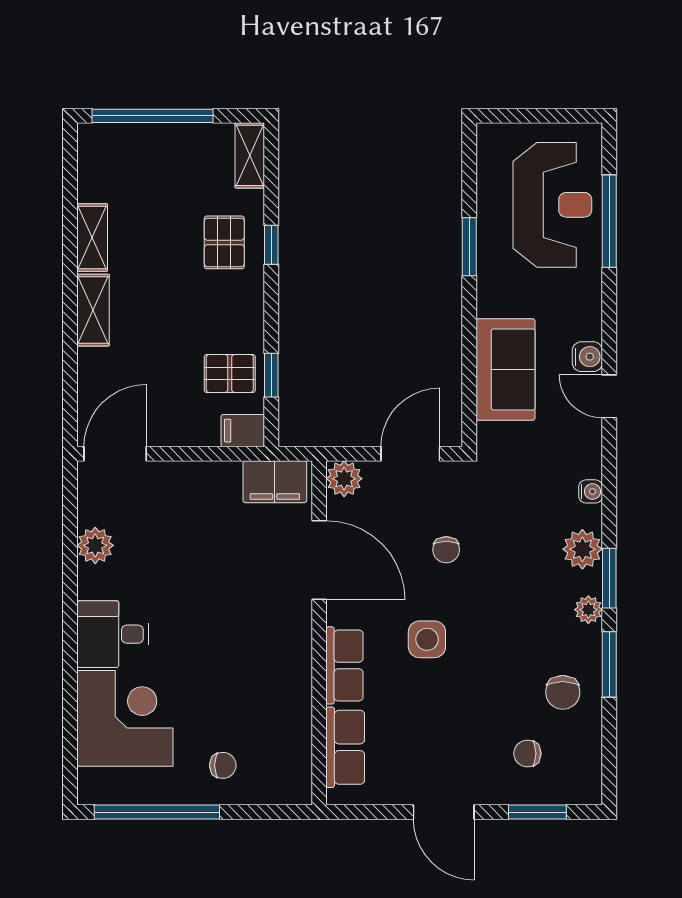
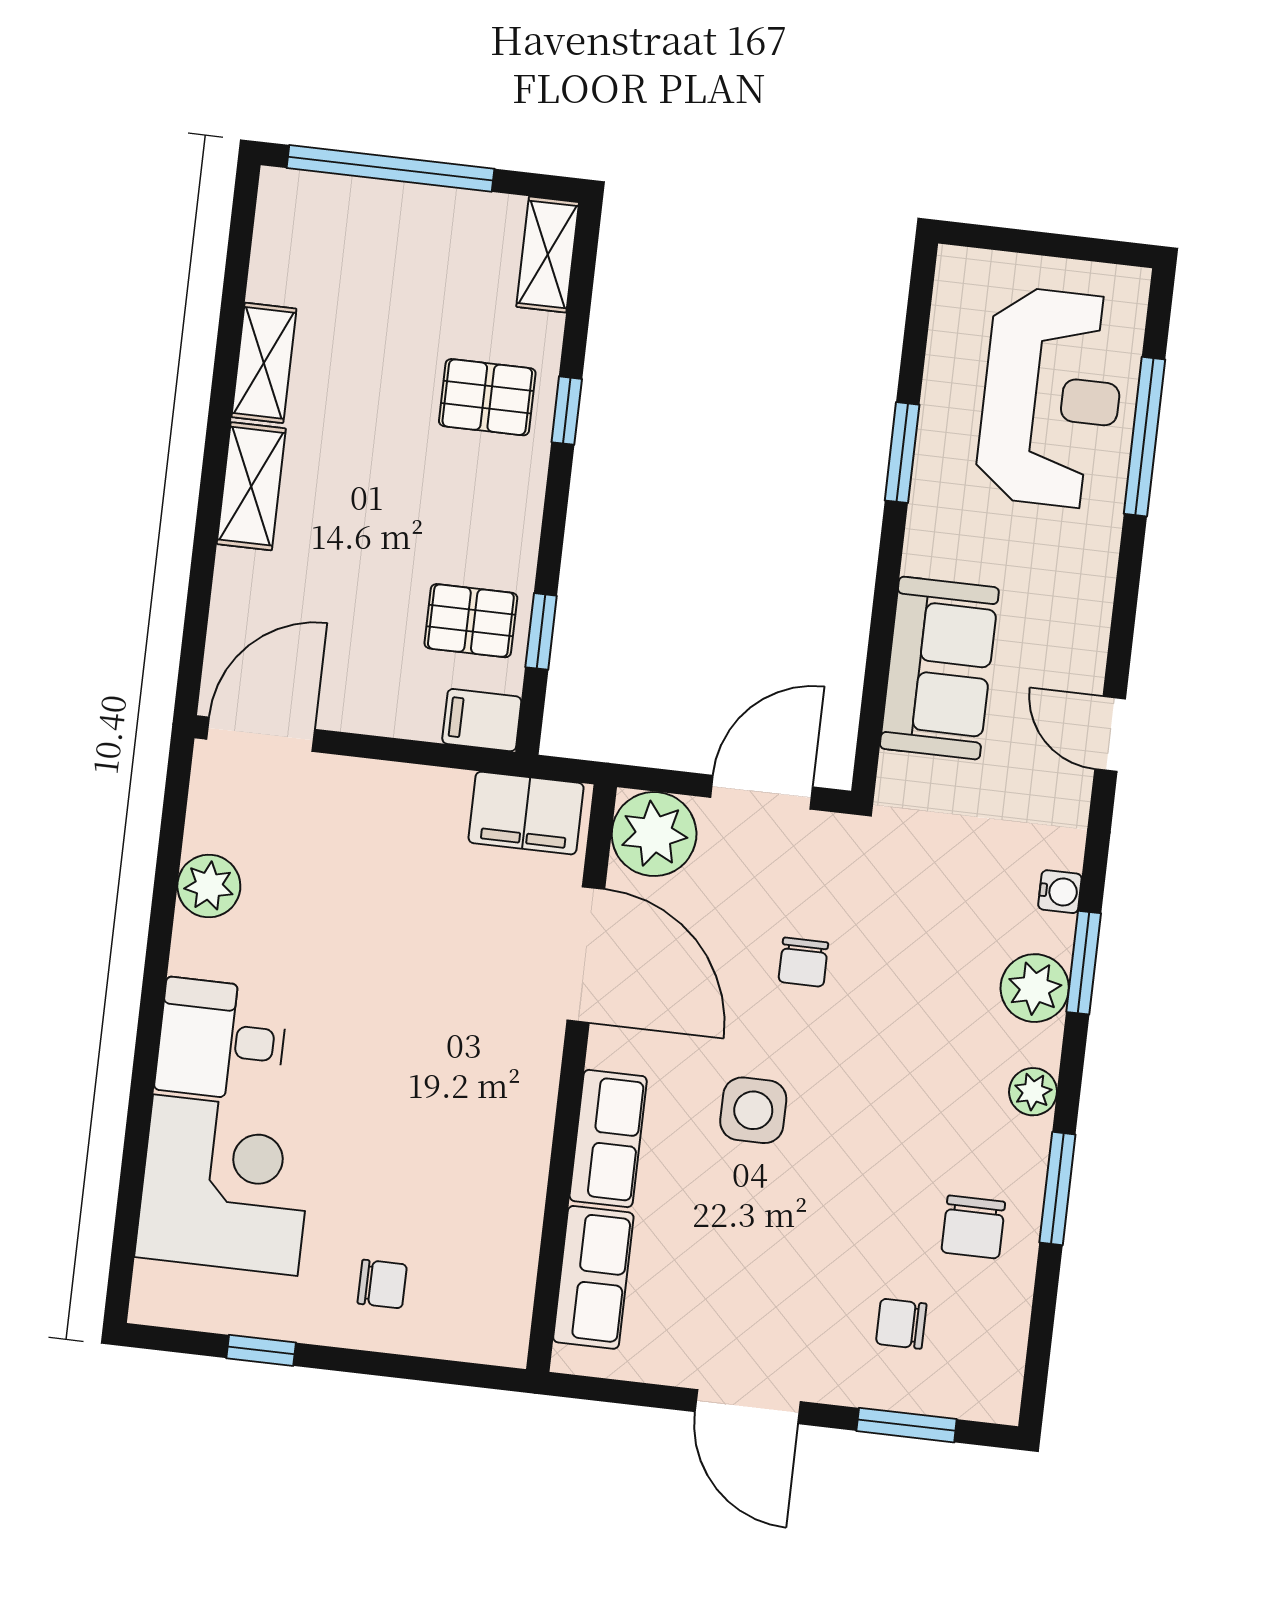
pallet: (224, 242) -> (487, 397), turned 90
water cooler: (587, 357) -> (1081, 662), removed
plant: (344, 479) -> (654, 834), width x1.36, depth x1.36
window: (609, 578) -> (1084, 963), moved
window: (157, 812) -> (261, 1350), width x0.32

